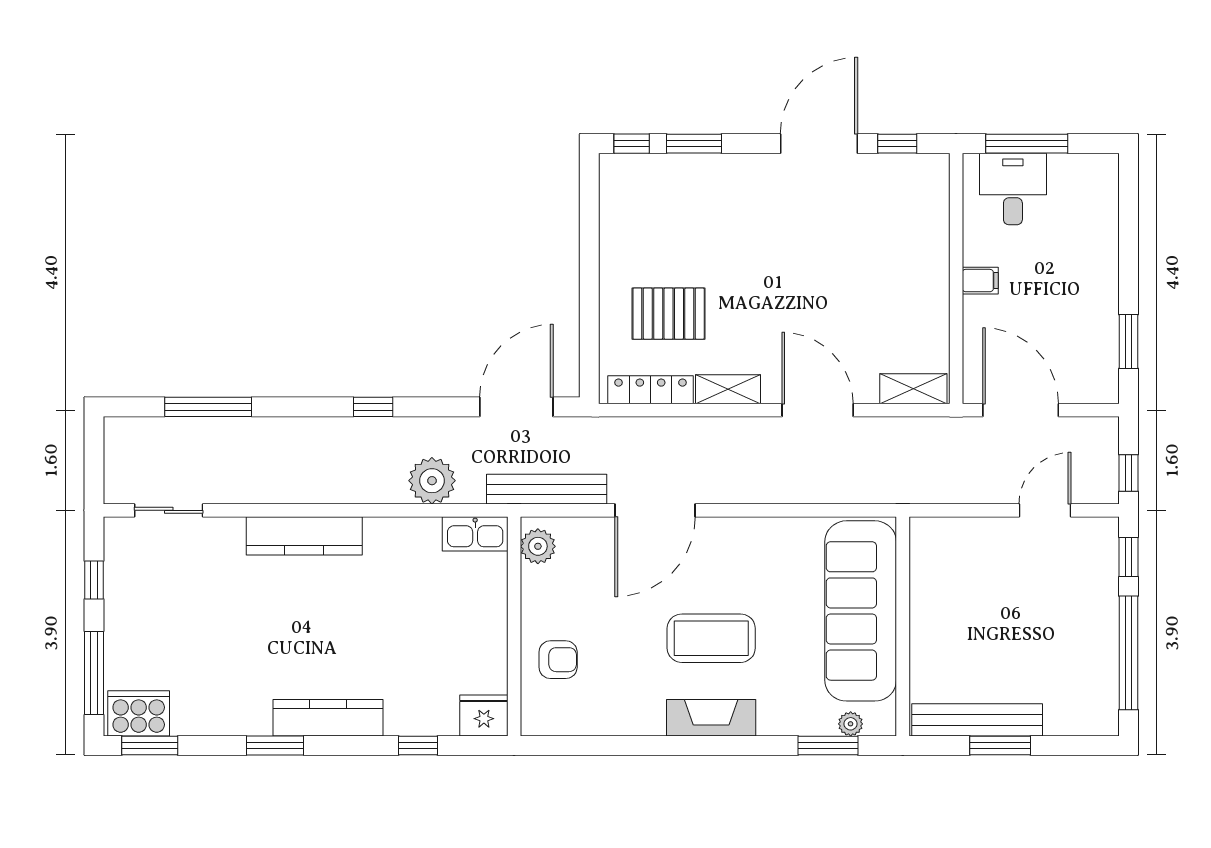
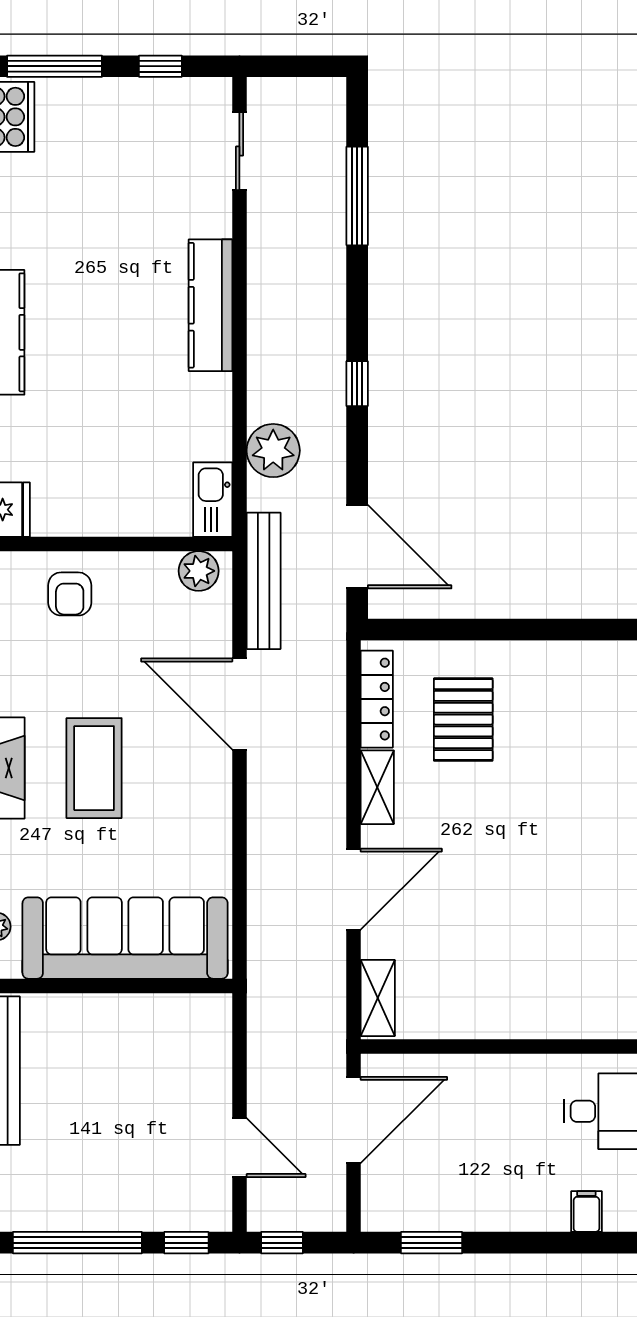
filing cabinet: (980, 281) -> (586, 1211), moved, turned 180

